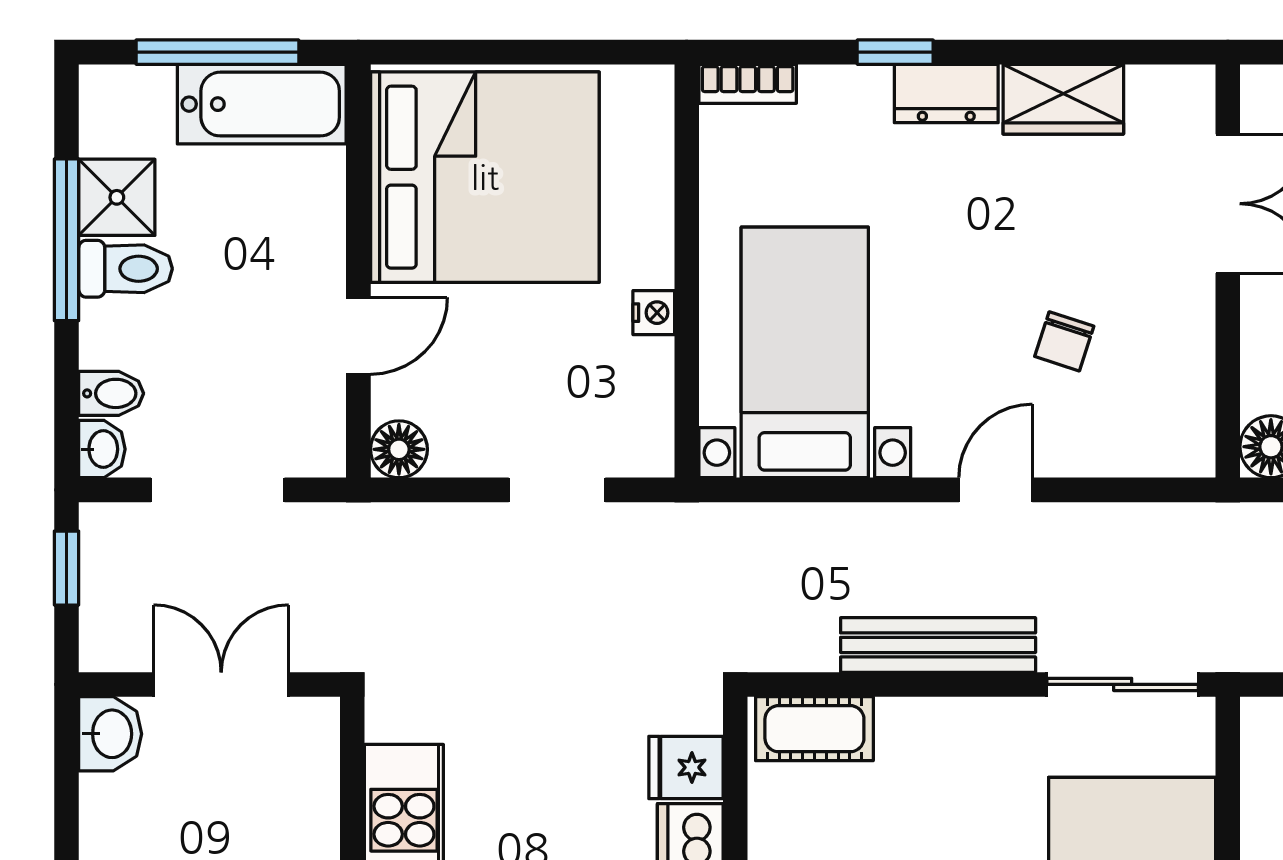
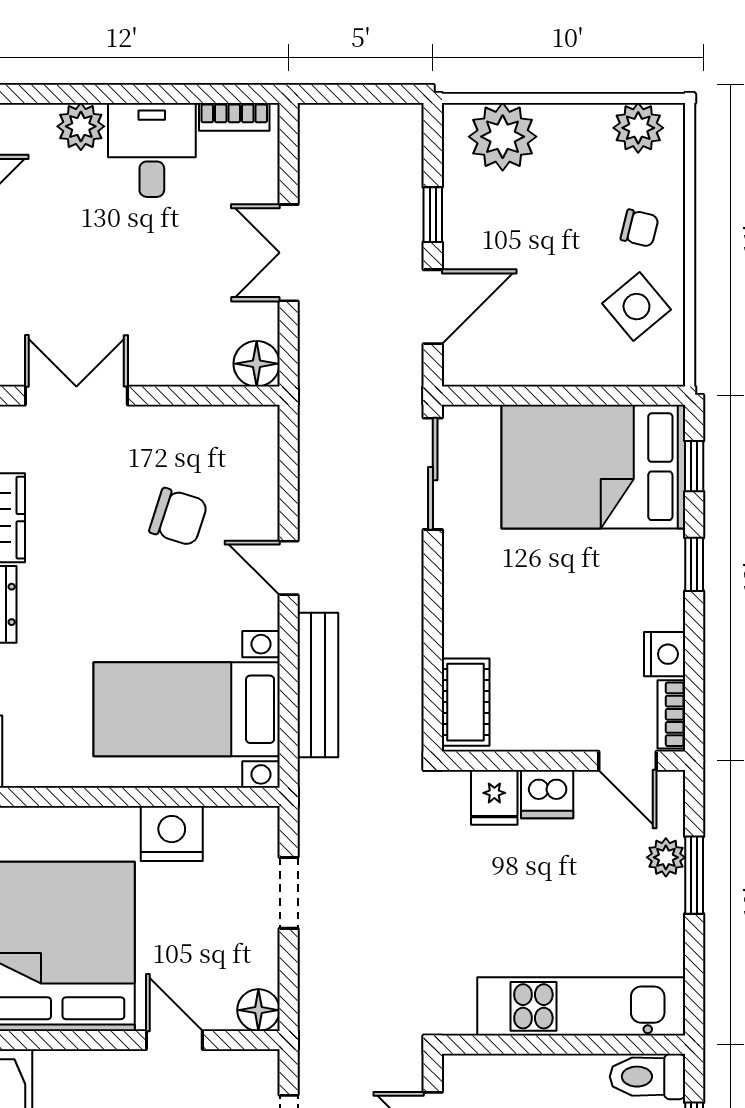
nightstand: (654, 313) -> (172, 833), width x1.89, depth x1.79
chair: (1064, 341) -> (178, 517), width x1.37, depth x1.37
bench: (938, 645) -> (318, 685), moved

